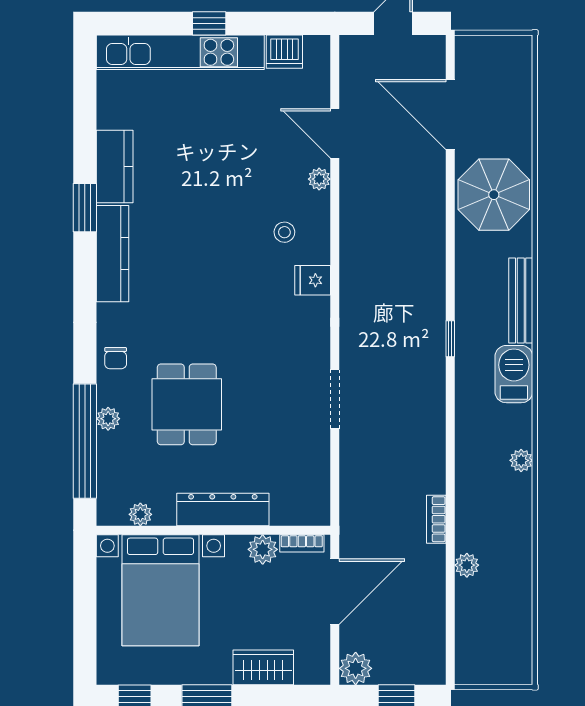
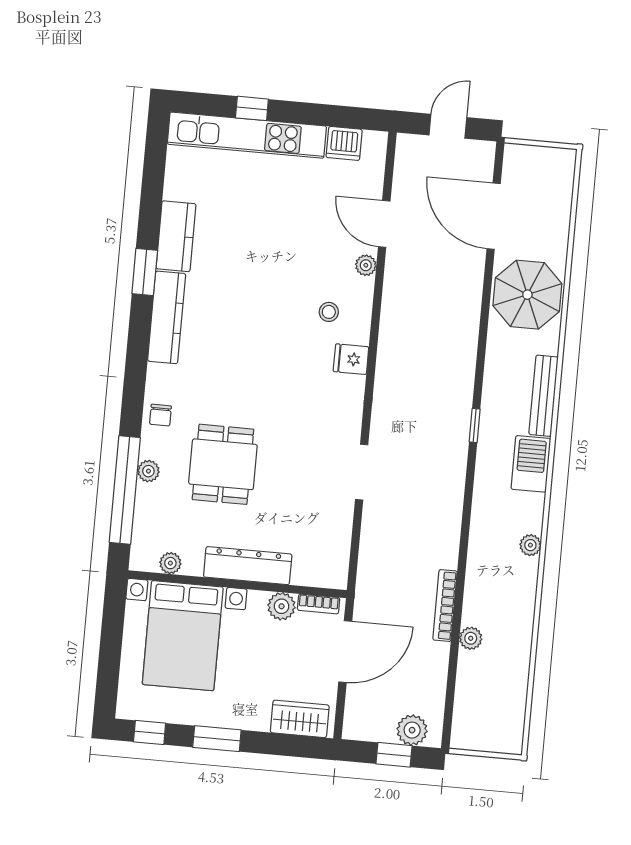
window: (209, 23) -> (252, 108), moved
bookcase: (436, 519) -> (445, 605), width x1.56
wardrobe: (263, 667) -> (300, 719), moved
plant: (356, 668) -> (412, 730), moved

